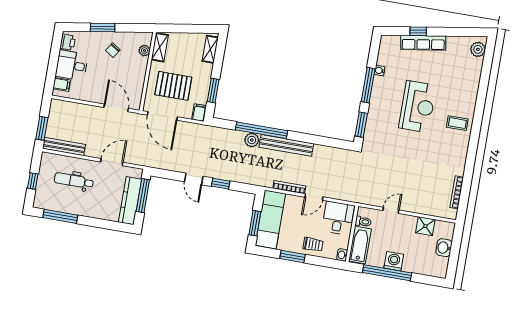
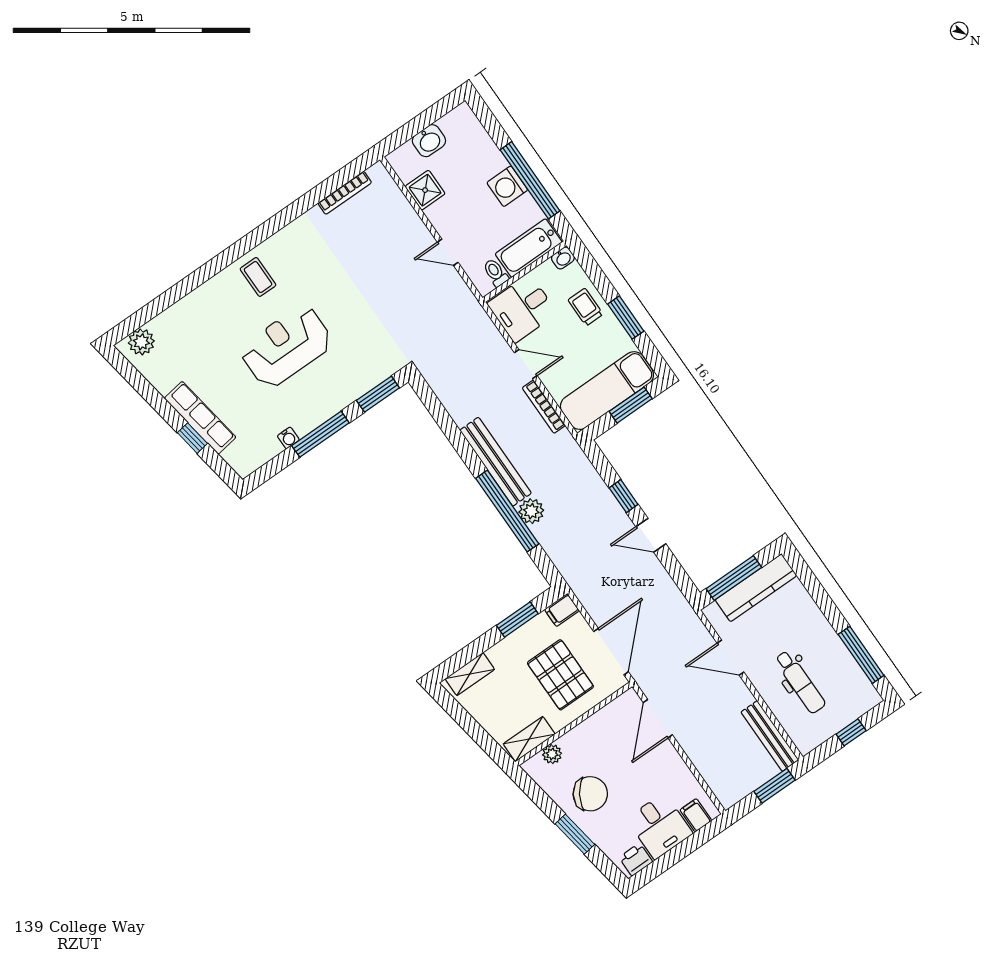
chair: (113, 50) -> (590, 794), width x1.87, depth x1.87
door: (194, 179) -> (651, 535), swing flipped

